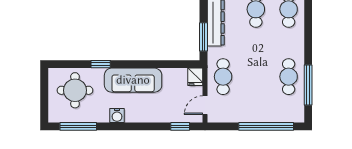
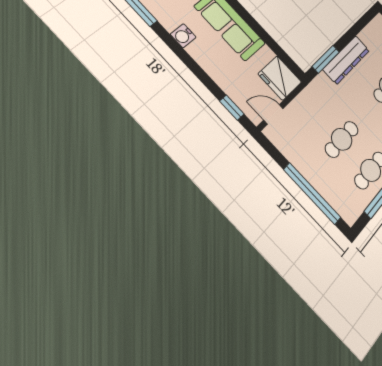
fridge: (195, 77) -> (280, 78), width x1.88, depth x1.34
cafe table: (223, 77) -> (342, 139), moved

